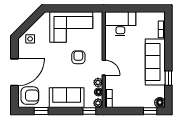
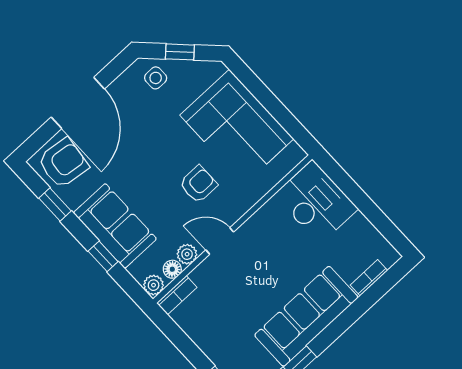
window: (29, 23) -> (180, 52), added
door: (104, 68) -> (220, 241), swing flipped
door: (15, 72) -> (78, 103), hinge flipped
armchair: (30, 96) -> (63, 163), turned -83
window: (89, 111) -> (103, 256), moved

